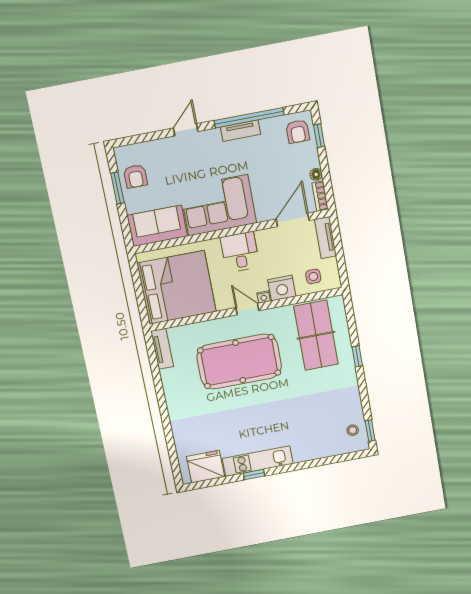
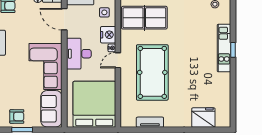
desk: (240, 252) -> (79, 54), width x1.37
tv unit: (162, 349) -> (150, 122), moved
kitchen unit: (258, 461) -> (224, 48), moved
fridge: (206, 467) -> (203, 118), moved, turned 90
window: (254, 475) -> (233, 50), moved

